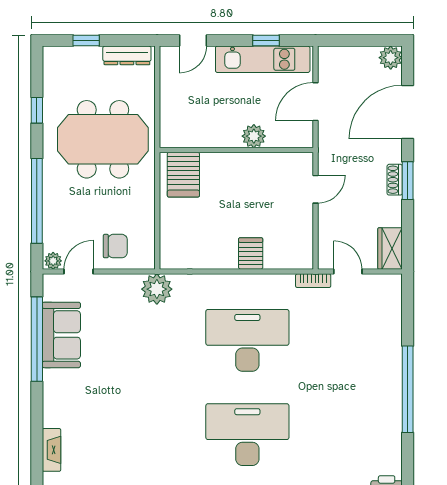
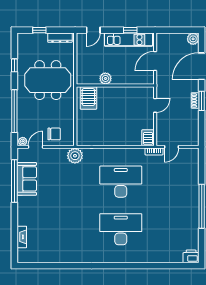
plant: (254, 136) -> (105, 78), moved
wardrobe: (390, 248) -> (193, 135), removed
server rack: (251, 253) -> (148, 138), moved
door: (348, 272) -> (171, 147), swing flipped

